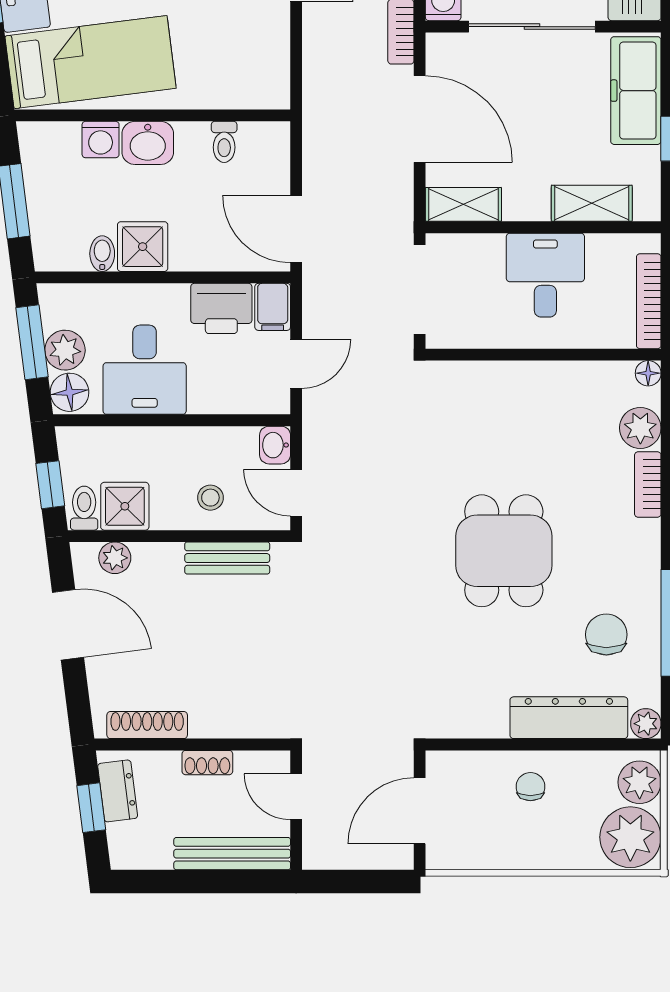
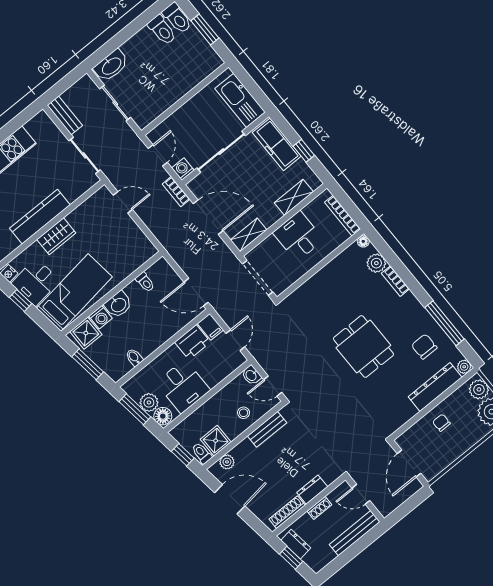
shower: (143, 247) -> (86, 333), moved
dresser: (220, 722) -> (312, 490), added

